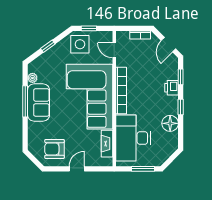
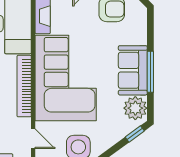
window: (48, 46) -> (135, 134), moved
plant: (32, 78) -> (135, 108), width x1.87, depth x1.87

